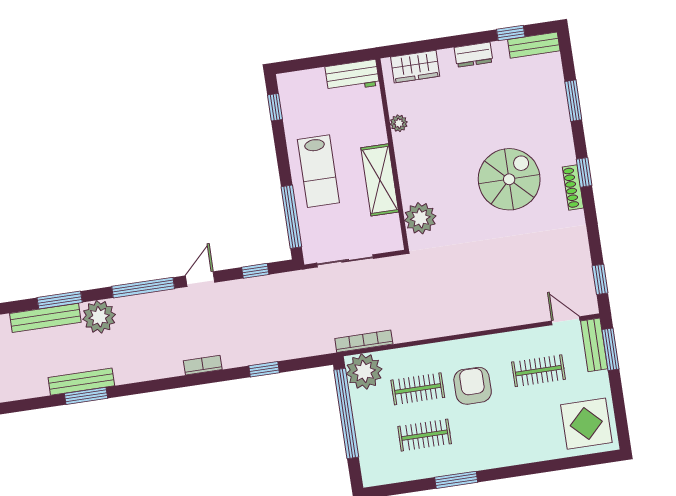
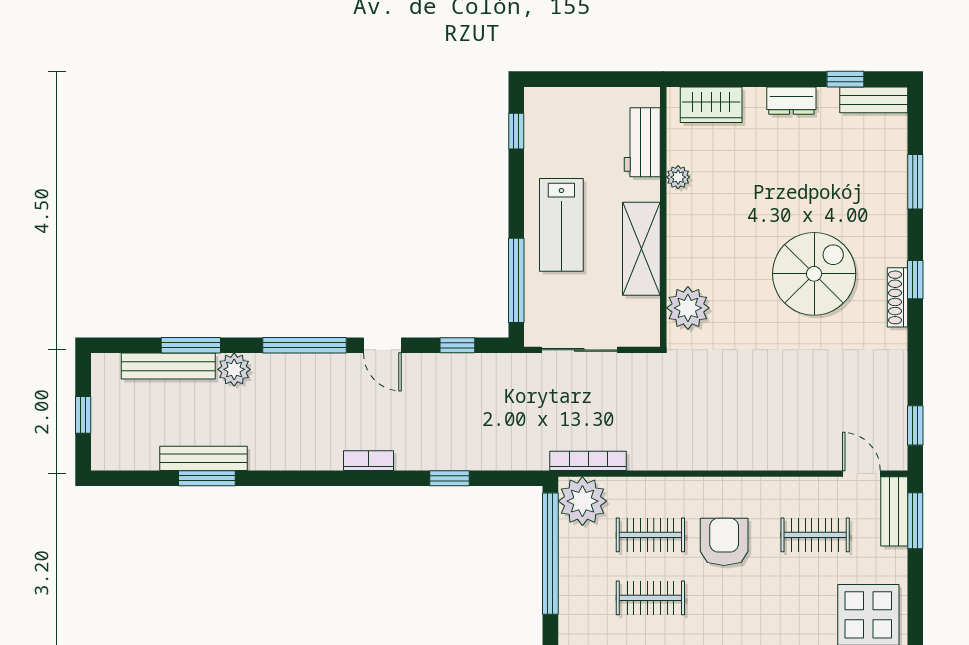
workbench: (352, 76) -> (642, 142), moved, turned 90
door: (200, 279) -> (382, 345), swing flipped
plant: (99, 317) -> (234, 369), width x0.73, depth x0.73

